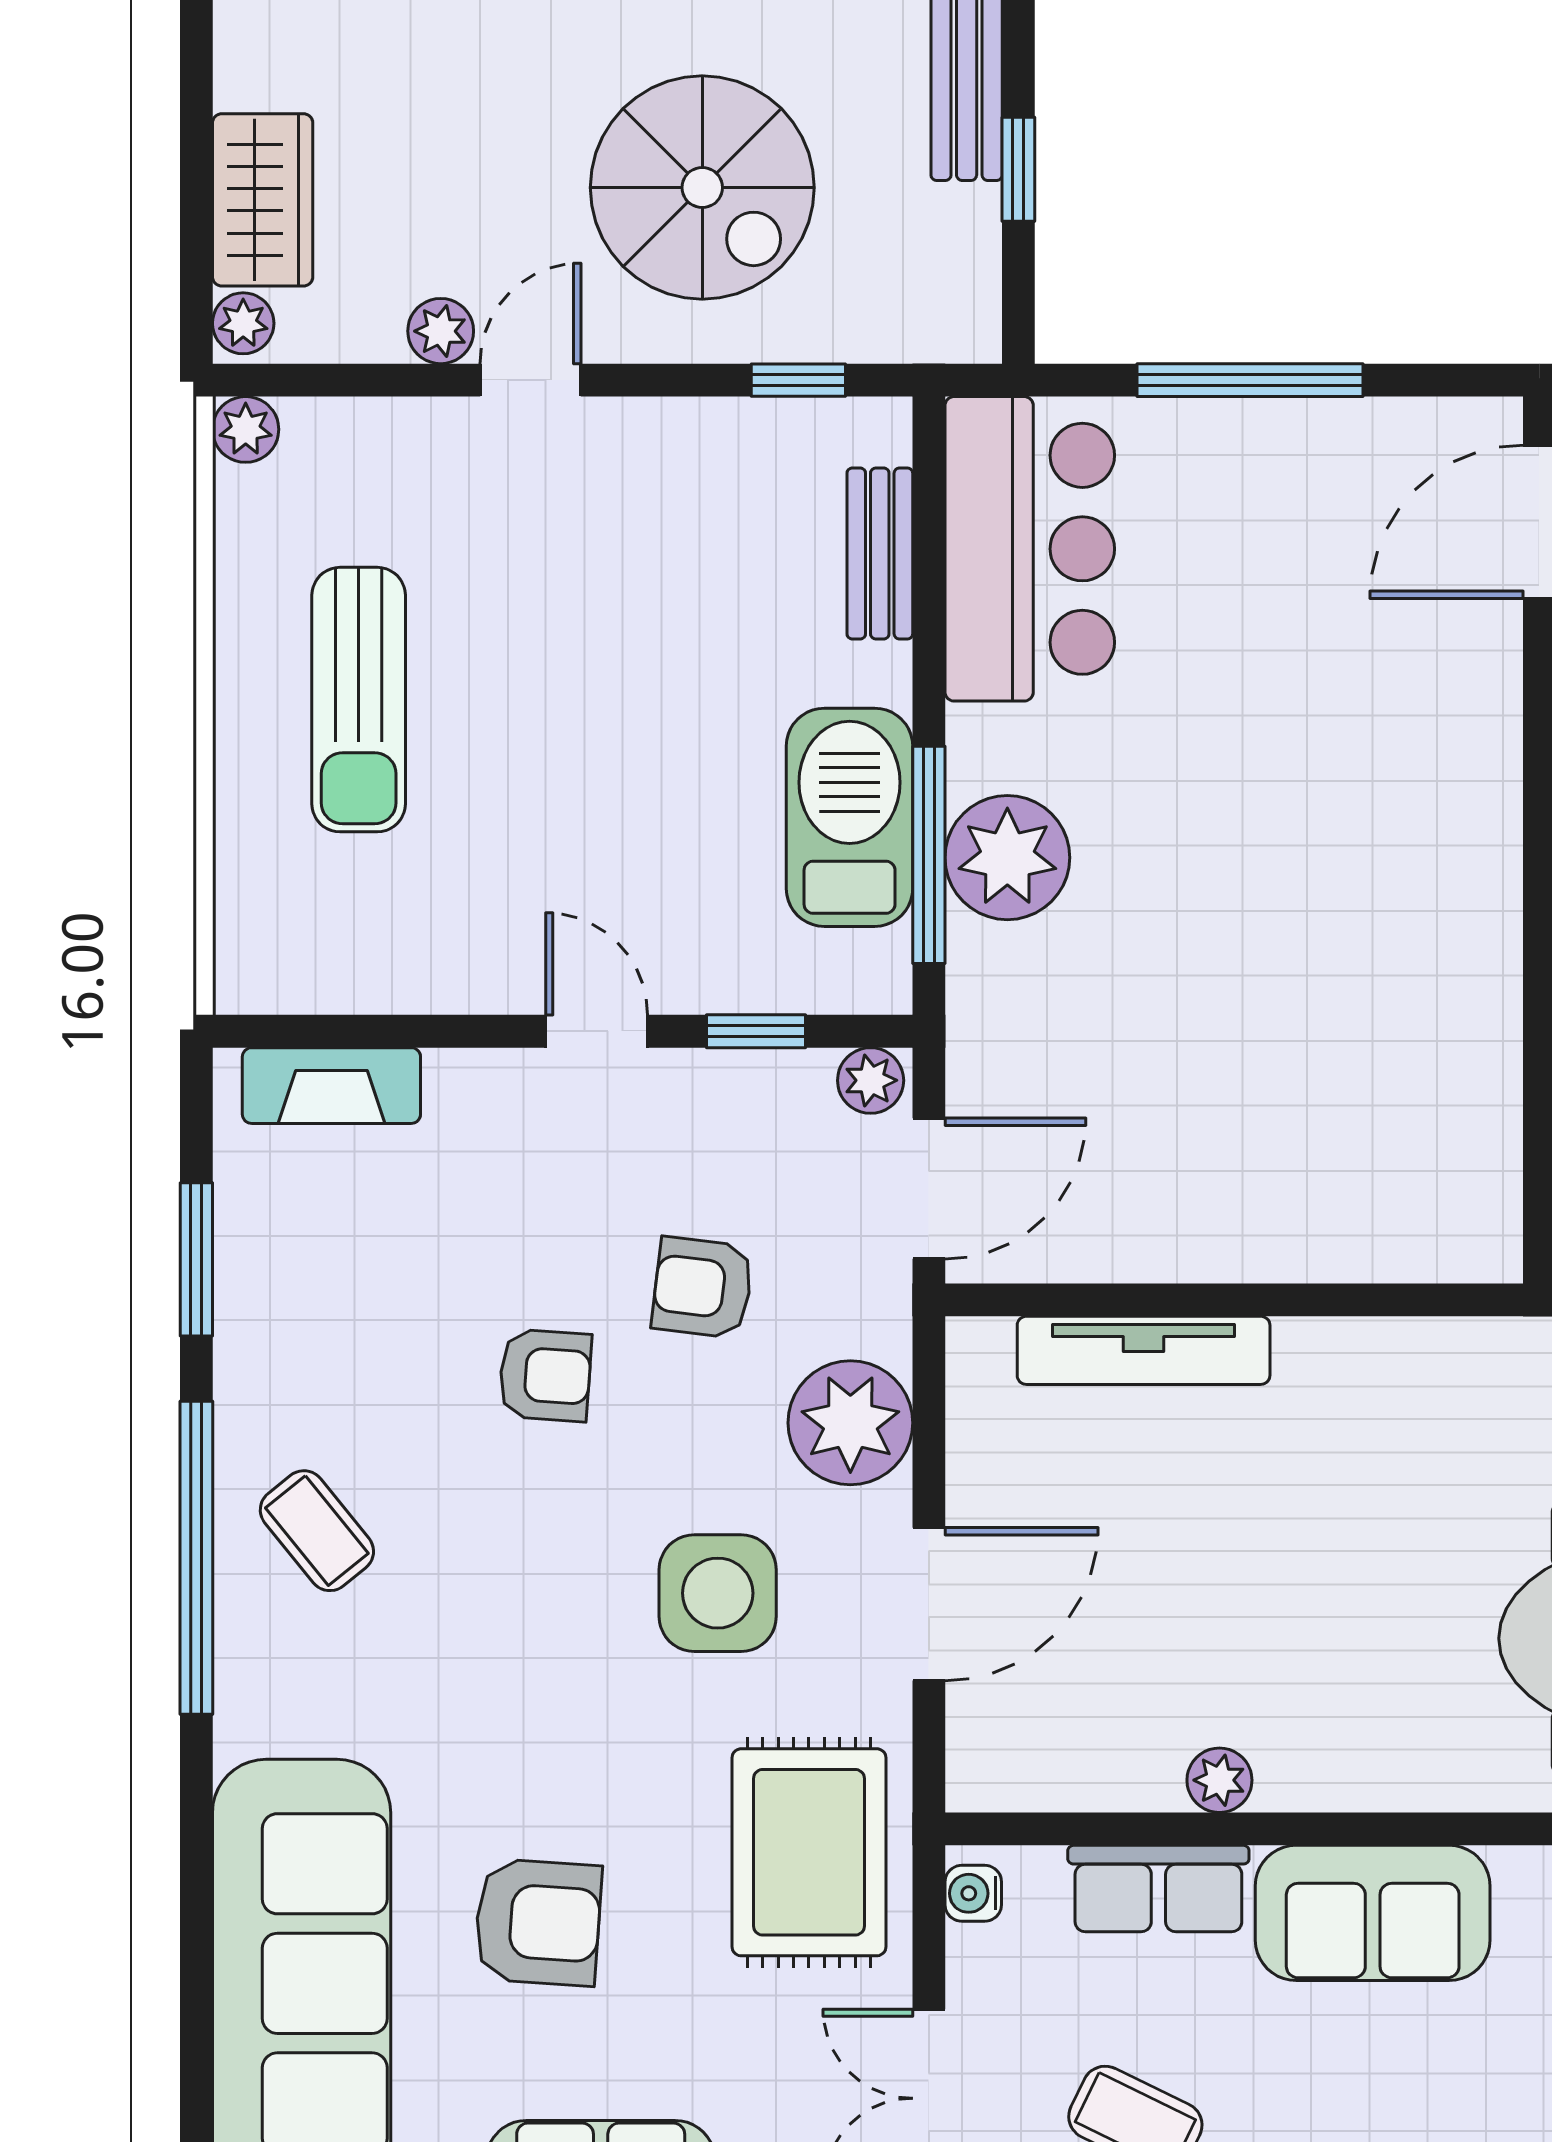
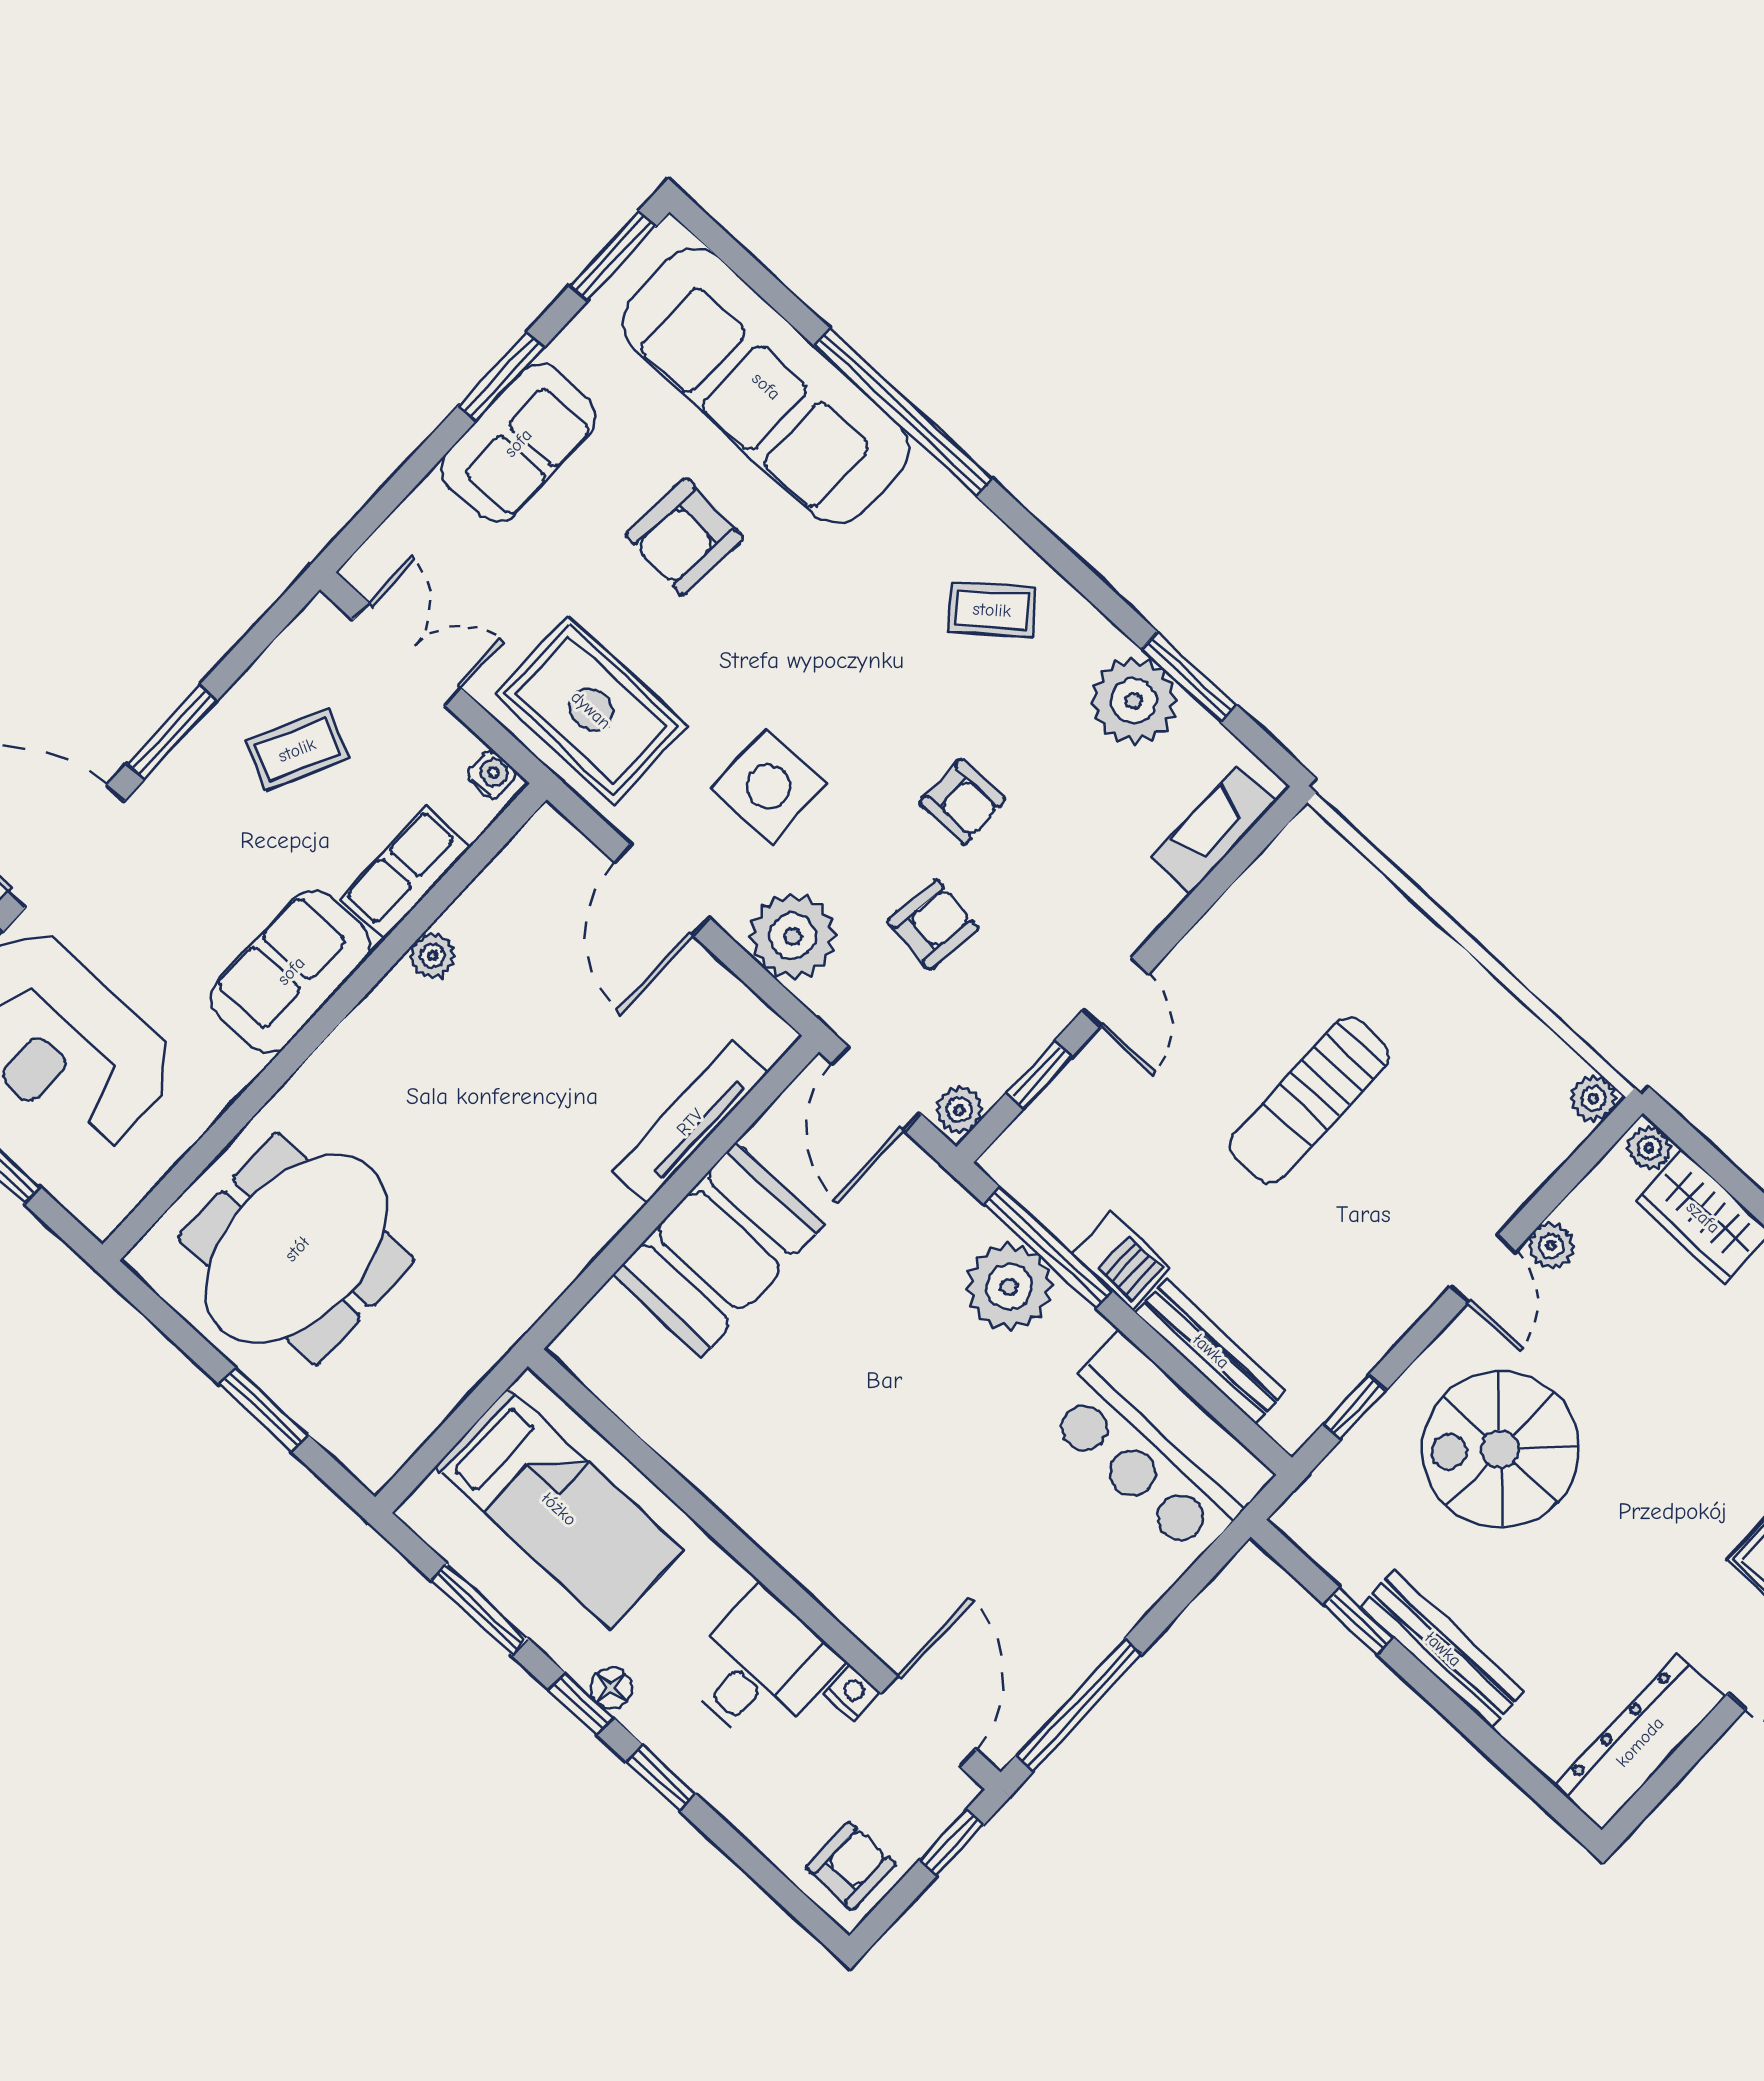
window: (1250, 380) -> (1079, 1705), moved
bench: (880, 554) -> (1211, 1351), width x1.36
sun lounger: (359, 700) -> (1309, 1100), moved, turned -90
barbecue: (850, 817) -> (1121, 1260), width x0.53, depth x0.65
door: (597, 1031) -> (1116, 992), hinge flipped
booth: (1250, 1197) -> (719, 1250), added
plant: (275, 1294) -> (1134, 701), added
armchair: (545, 1375) -> (963, 801), turned -94
window: (196, 1558) -> (903, 412), moved

